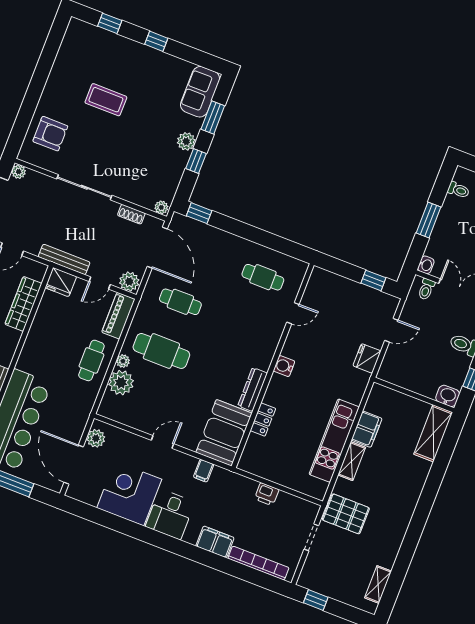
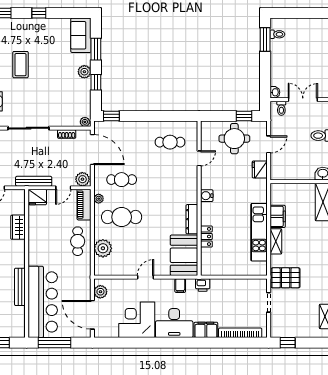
coffee table: (106, 100) -> (21, 65), turned 90
window: (429, 220) -> (265, 40), moved
wardrobe: (23, 304) -> (18, 227), width x0.67
round table: (349, 305) -> (234, 139), added
plant: (123, 361) -> (99, 199), moved
printer: (267, 494) -> (203, 285), moved
desk: (170, 514) -> (174, 323), width x1.37

